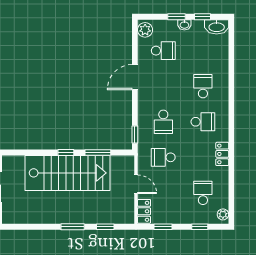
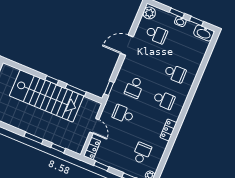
school desk: (203, 86) -> (175, 73), turned 90

